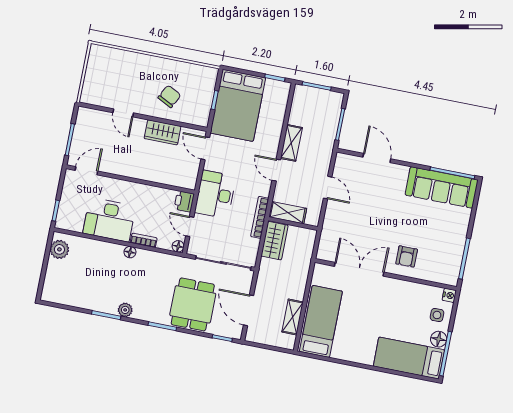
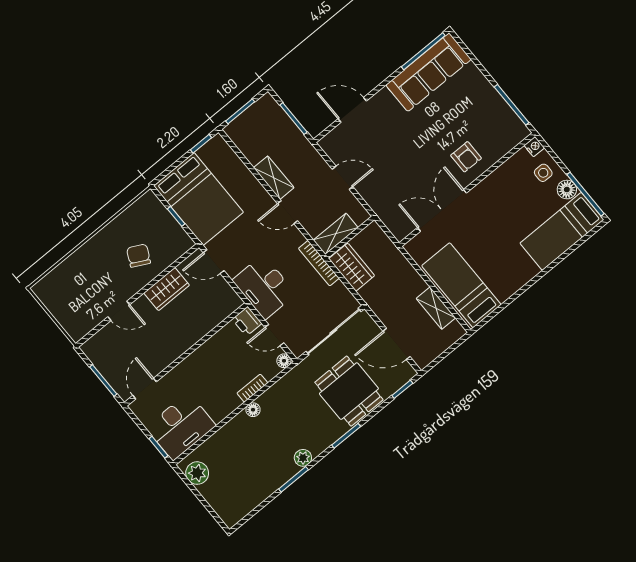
desk: (109, 220) -> (181, 427), moved

